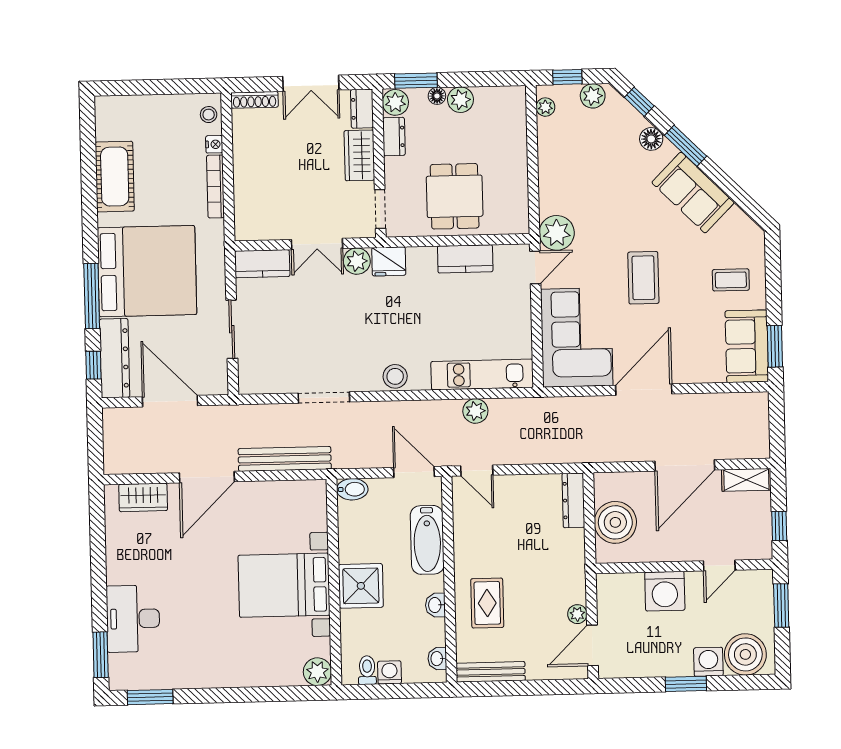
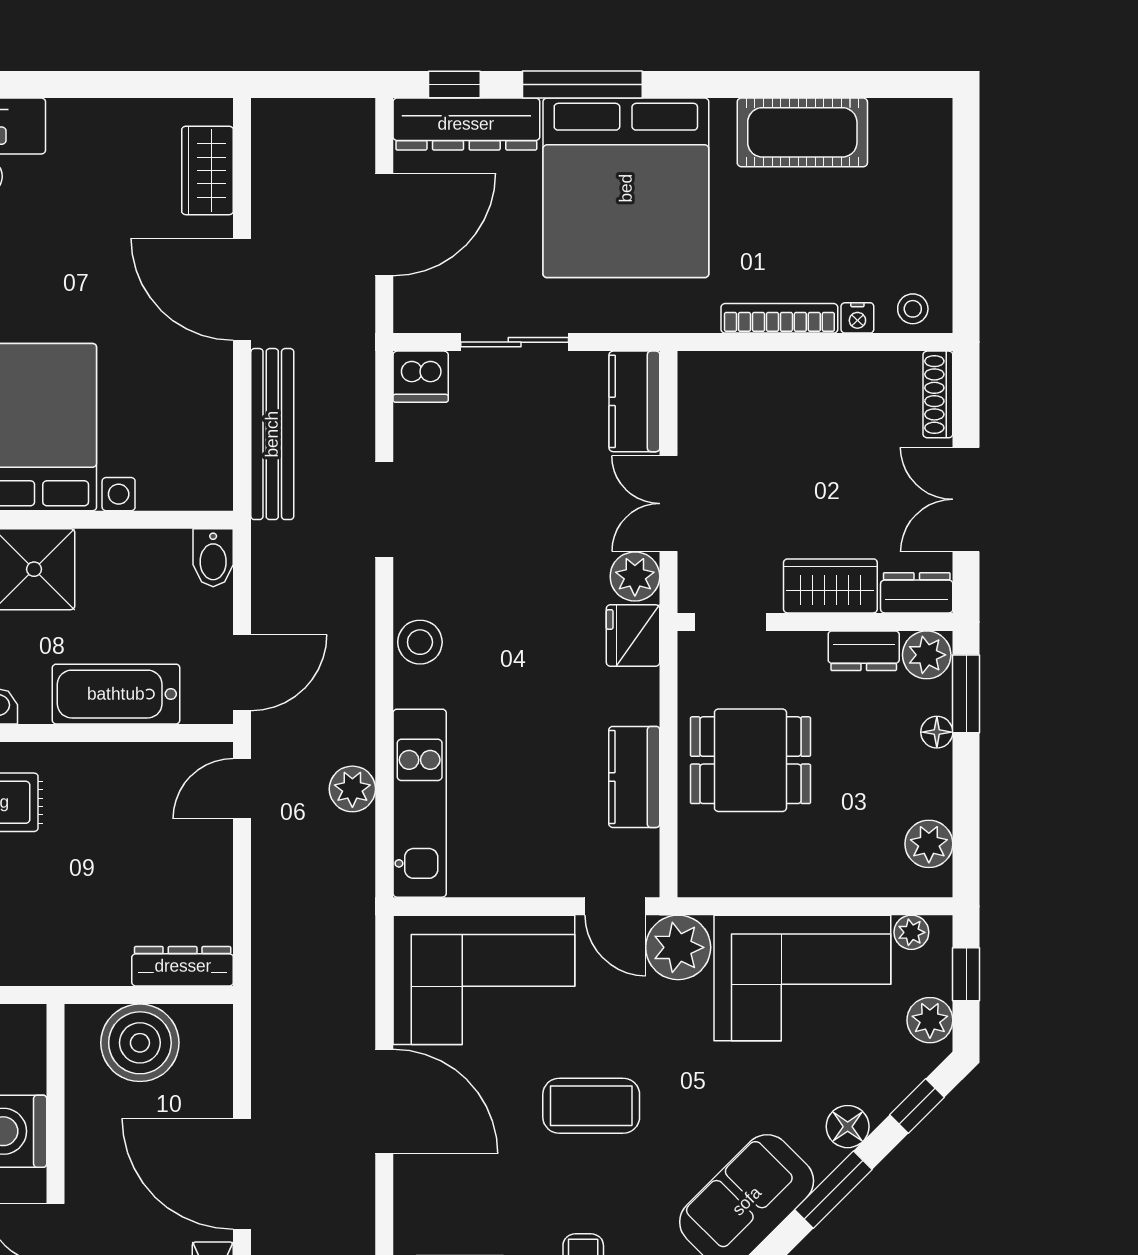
plant: (460, 100) -> (929, 844), moved
corner sofa: (572, 165) -> (802, 978), added
dishwasher: (252, 380) -> (421, 377), added

